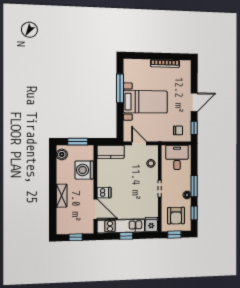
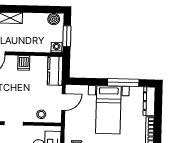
dresser: (137, 64) -> (149, 101), added
washing machine: (84, 170) -> (57, 48), moved, width x0.53, depth x0.53
dishwasher: (104, 193) -> (24, 63), moved

